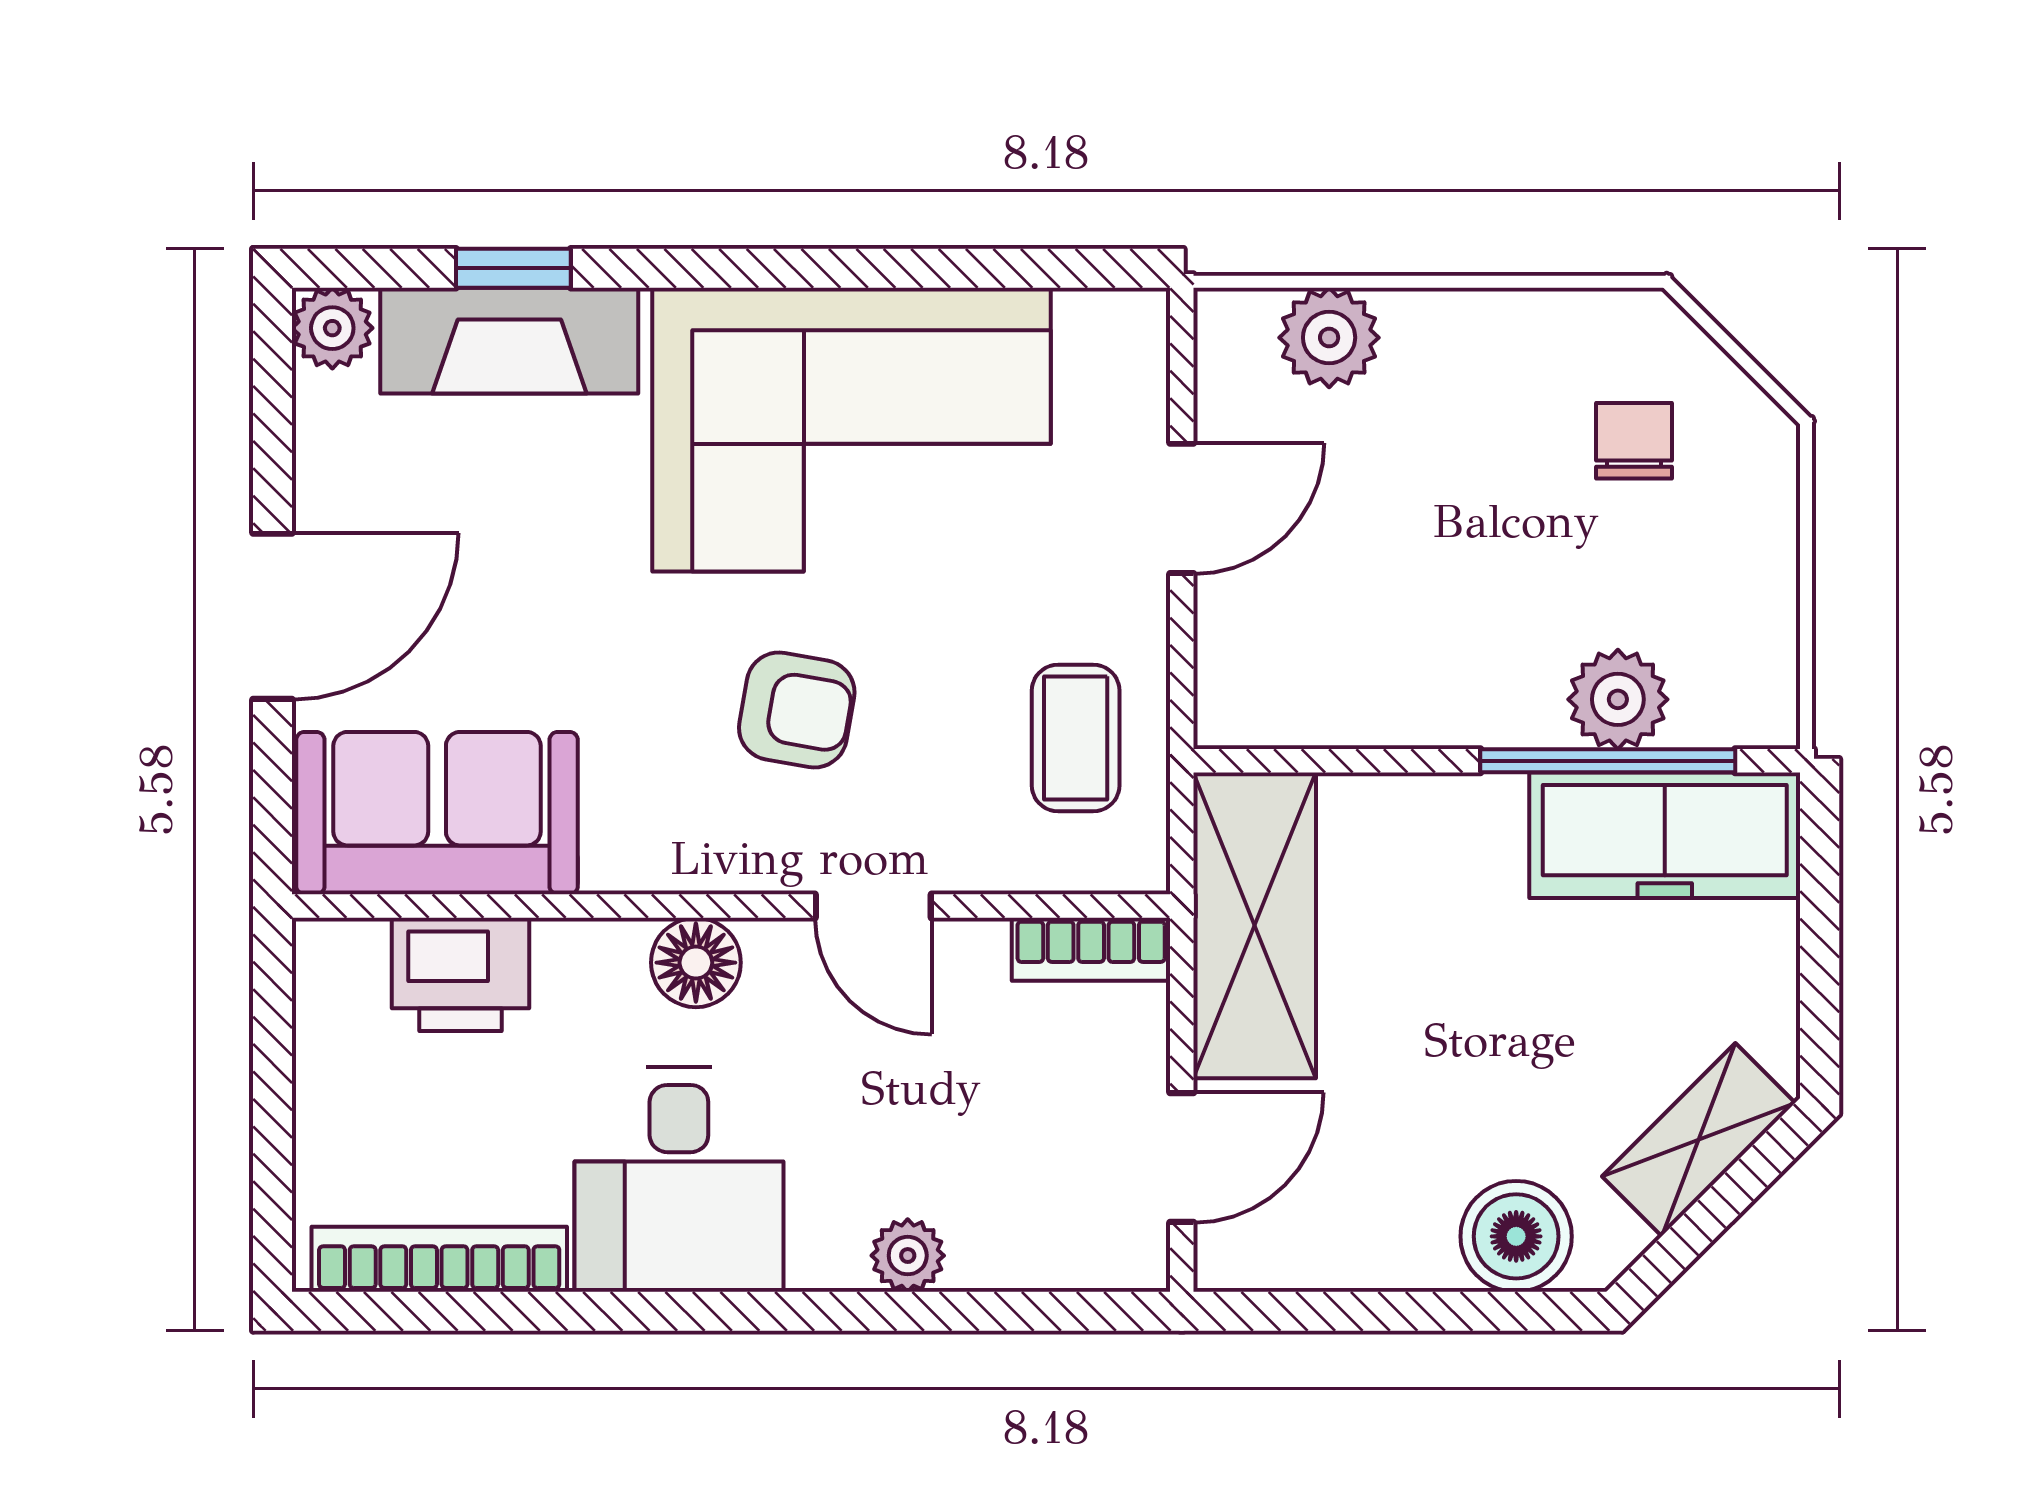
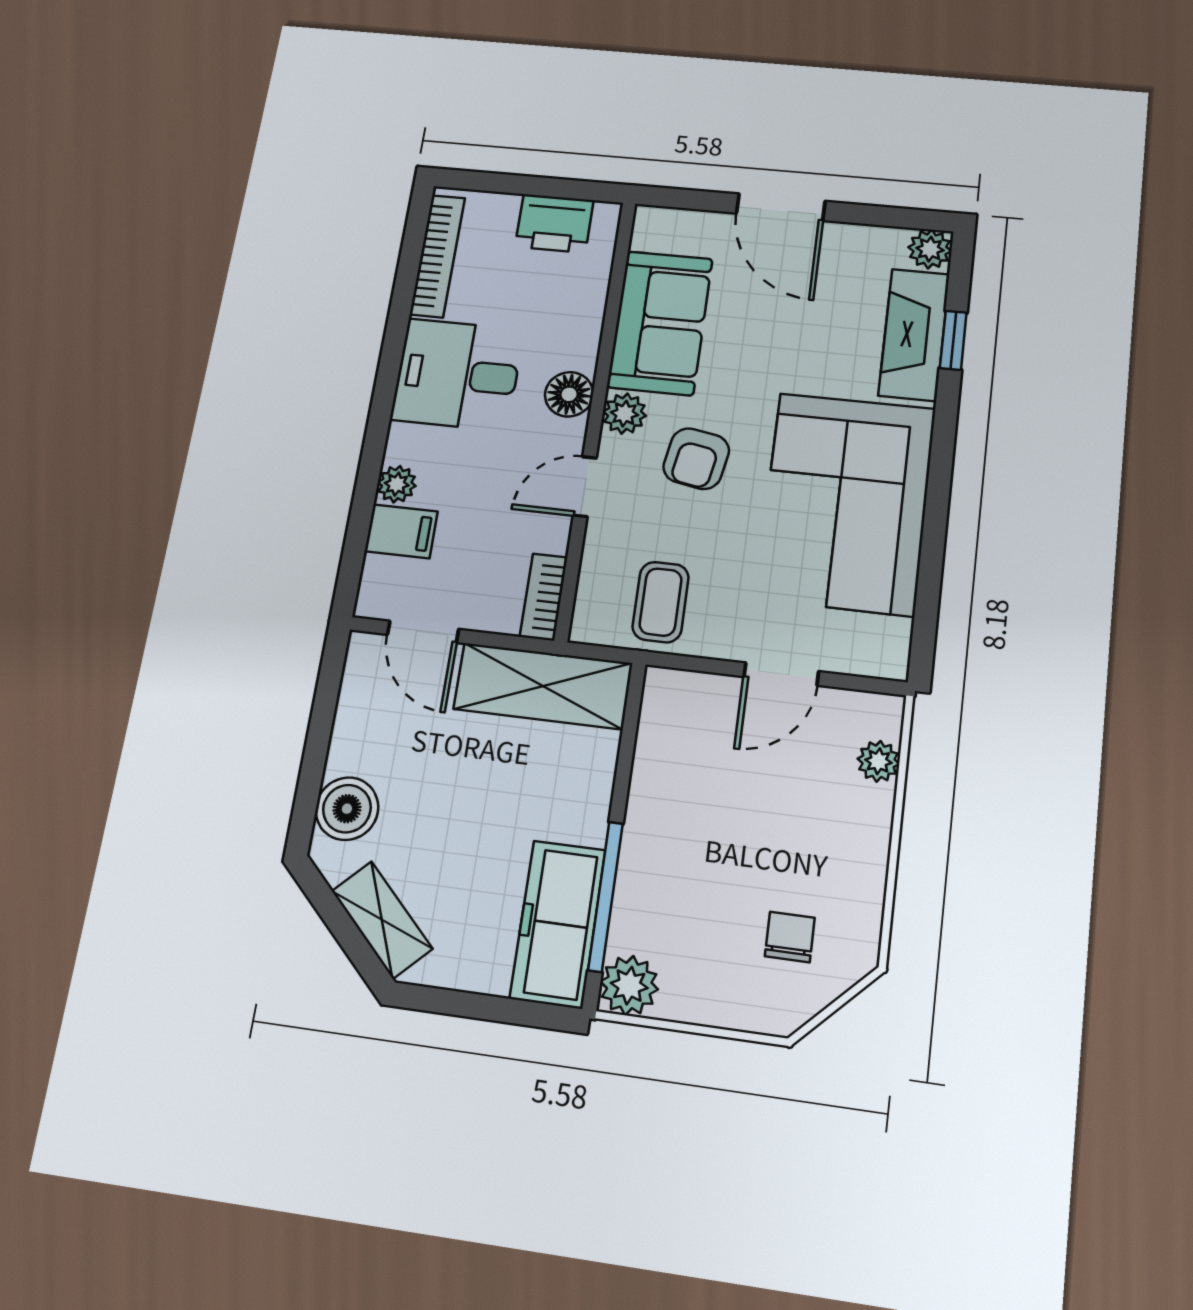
plant: (1329, 338) -> (878, 761), width x0.73, depth x0.73
chair: (1634, 441) -> (790, 937), turned -90
door: (1182, 508) -> (781, 674), hinge flipped
plant: (1618, 699) -> (629, 986), moved
coffee table: (1076, 738) -> (661, 602), turned 90
sofa: (437, 813) -> (660, 323), moved
plant: (723, 854) -> (624, 414), added
printer: (461, 974) -> (554, 223), moved, turned -90
filing cabinet: (998, 1231) -> (401, 531), added

